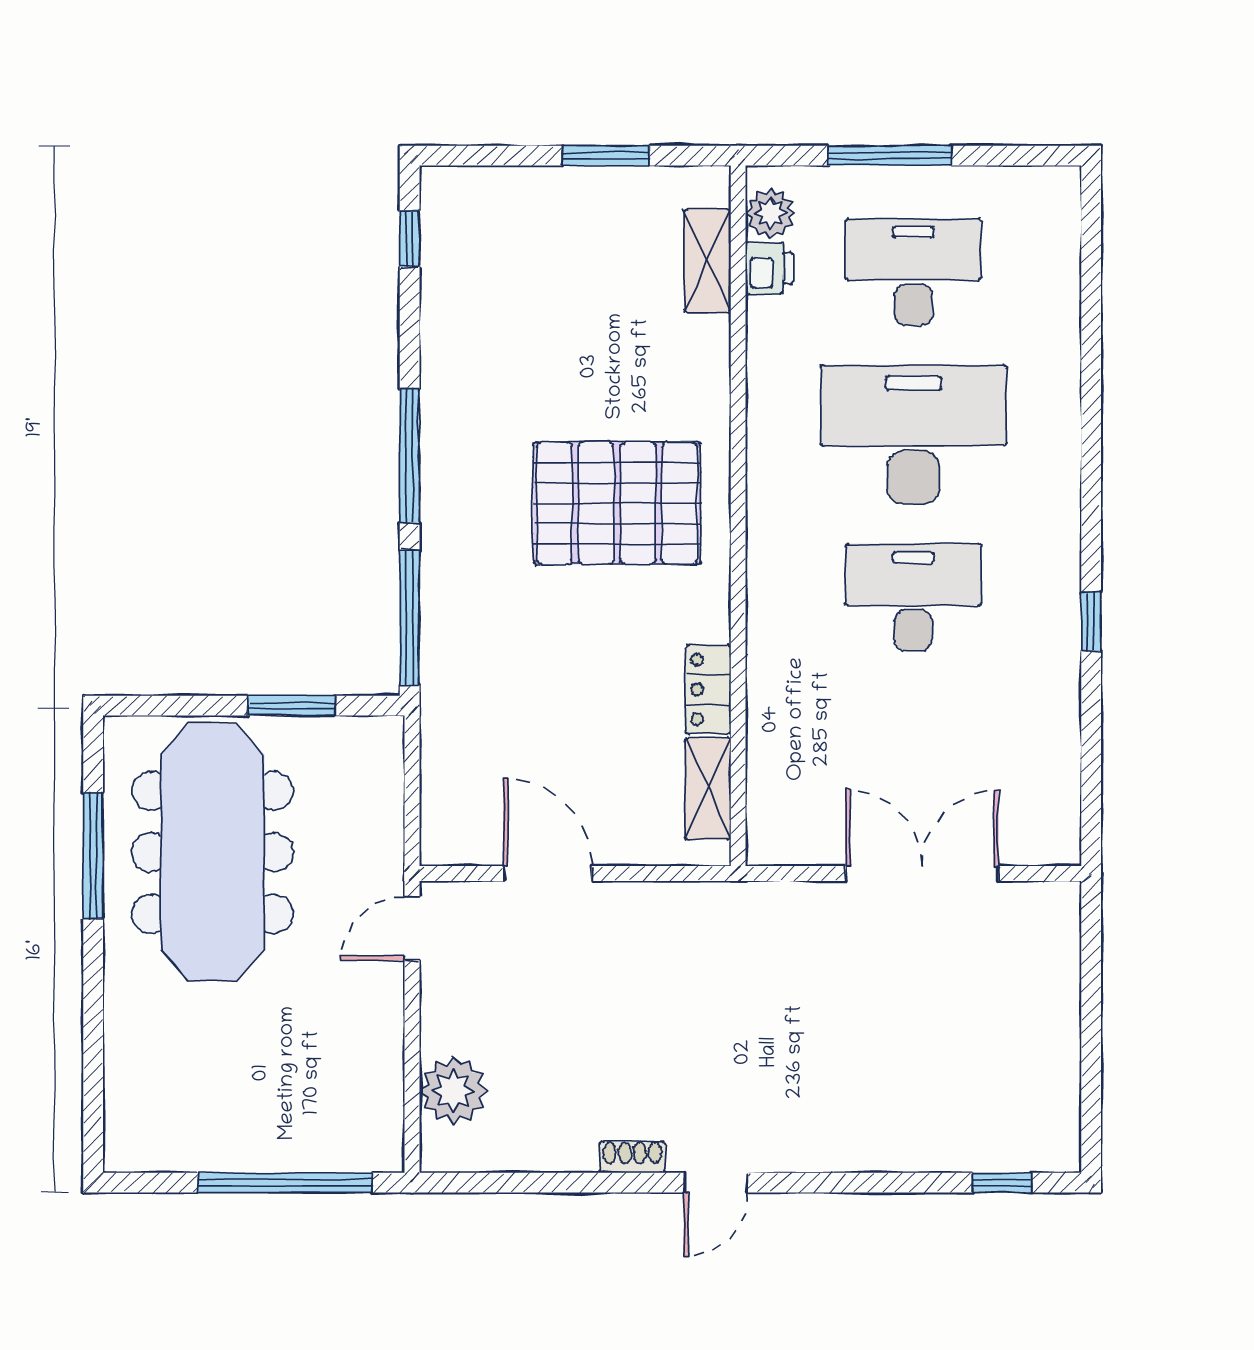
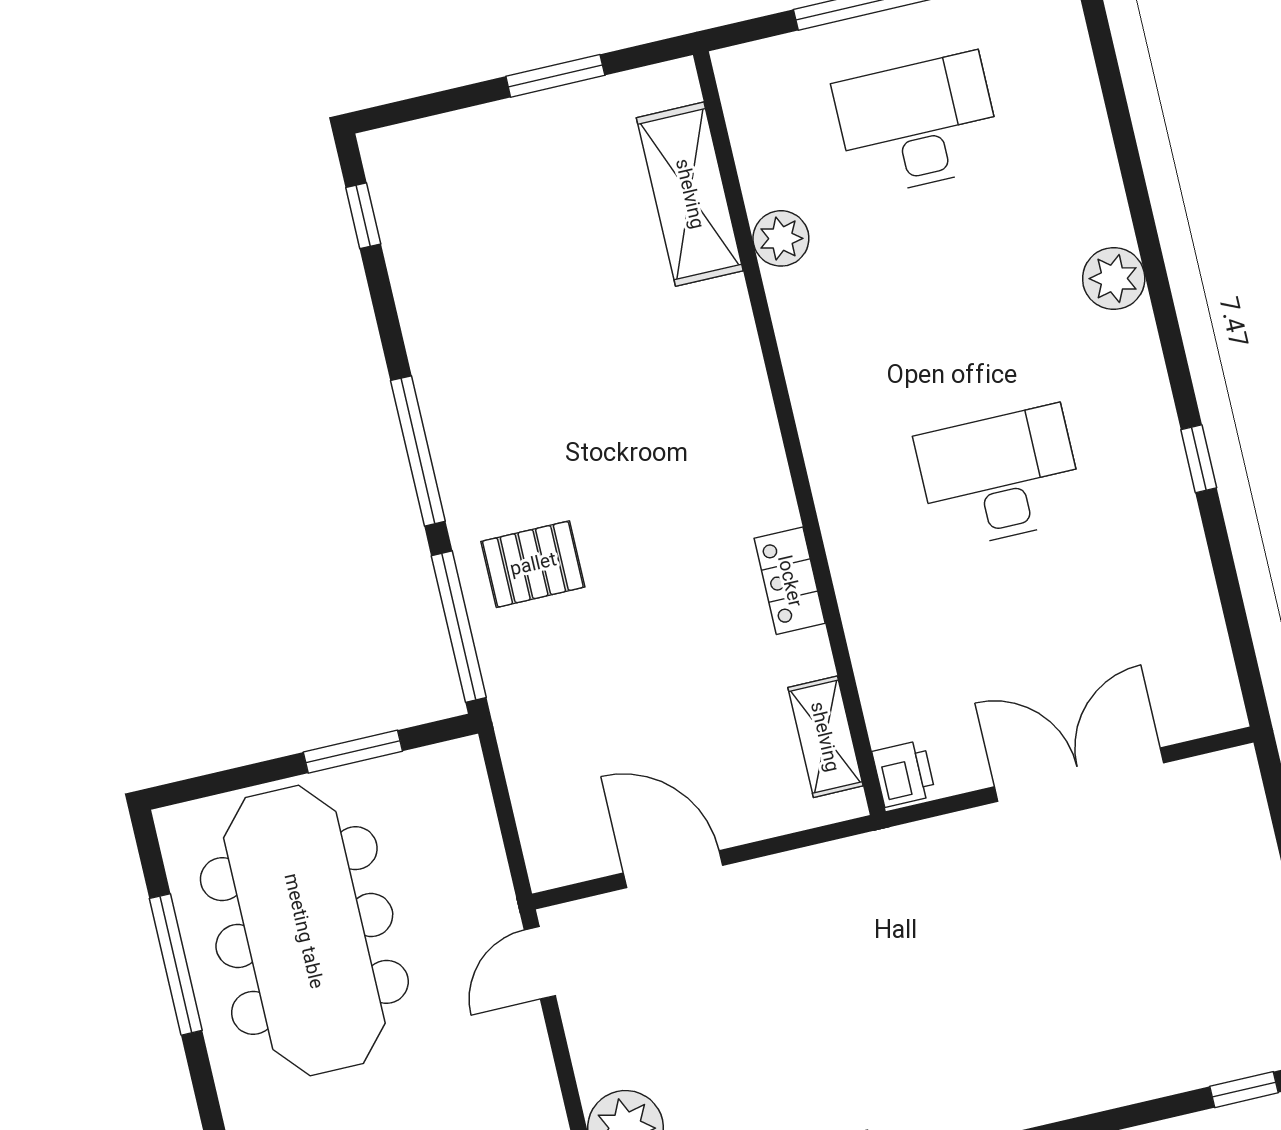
plant: (770, 213) -> (781, 238), moved
shelving: (707, 261) -> (690, 194), width x1.50, depth x1.33
printer: (769, 268) -> (904, 774), moved
desk: (913, 434) -> (959, 301), removed
plant: (1053, 447) -> (1114, 279), added
pallet: (617, 503) -> (533, 564), moved, width x0.49, depth x0.50
locker: (708, 689) -> (790, 581), moved

